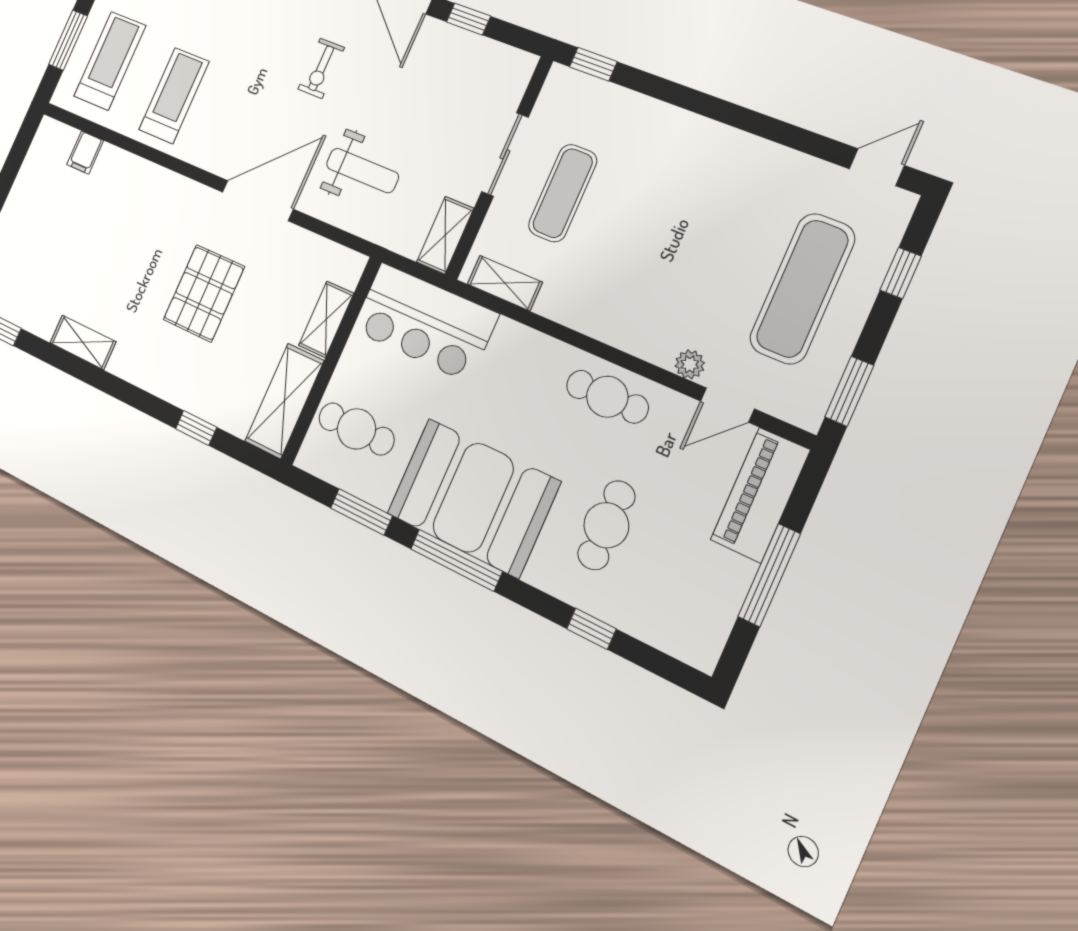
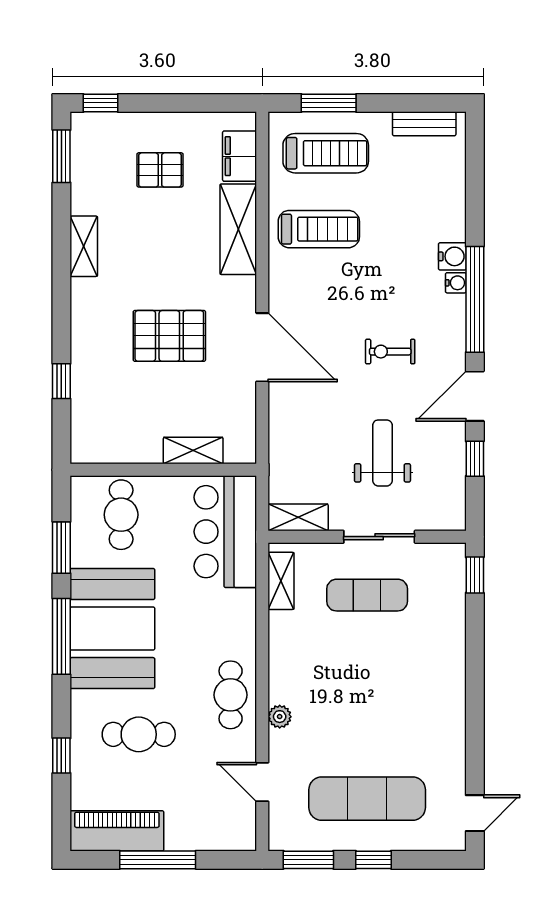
filing cabinet: (85, 153) -> (240, 156), width x2.00
door: (877, 167) -> (475, 813), hinge flipped
weight bench: (362, 170) -> (382, 453), moved, turned 180
pallet: (51, 233) -> (160, 170), added
window: (901, 273) -> (373, 860), moved
plant: (690, 364) -> (280, 717), moved
shelving: (284, 401) -> (238, 229), moved, turned 90
piano: (760, 495) -> (117, 831), moved

